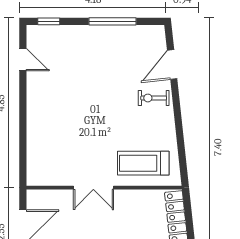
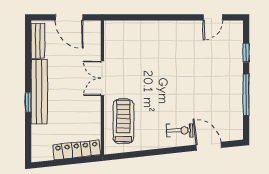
window: (49, 21) -> (246, 53), moved
exercise bike: (154, 98) -> (180, 130), turned 90

